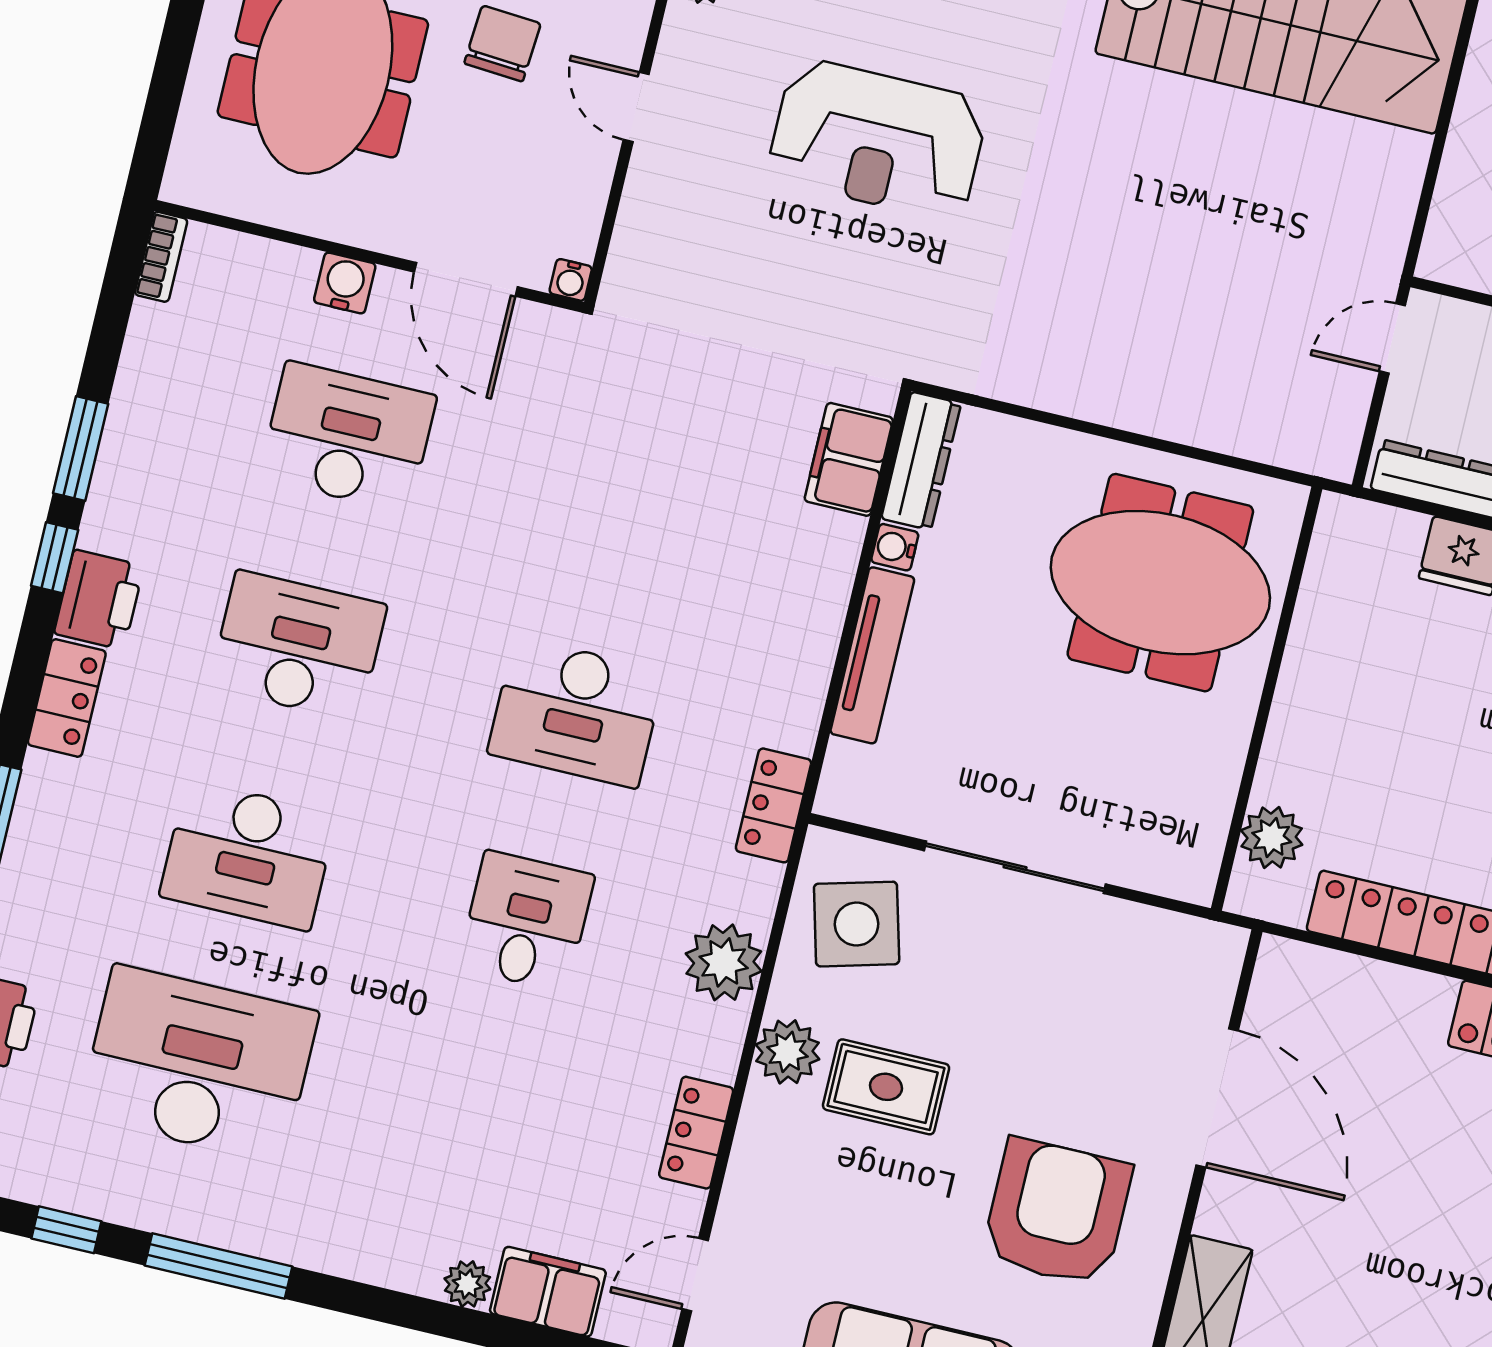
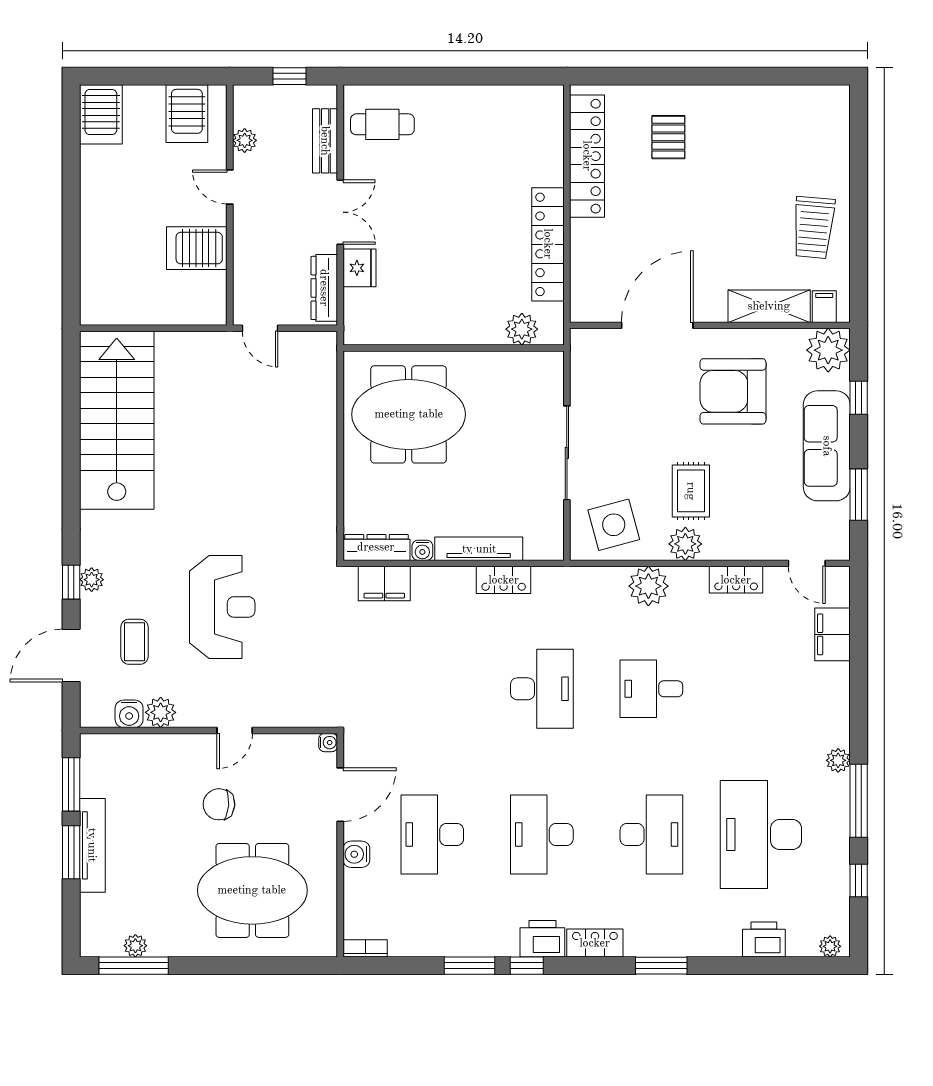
meeting table: (1160, 583) -> (409, 414), turned 90
locker: (774, 805) -> (504, 580), moved
plant: (467, 1284) -> (838, 760), moved

